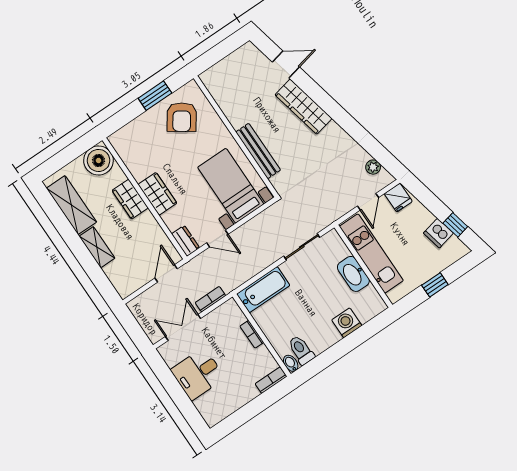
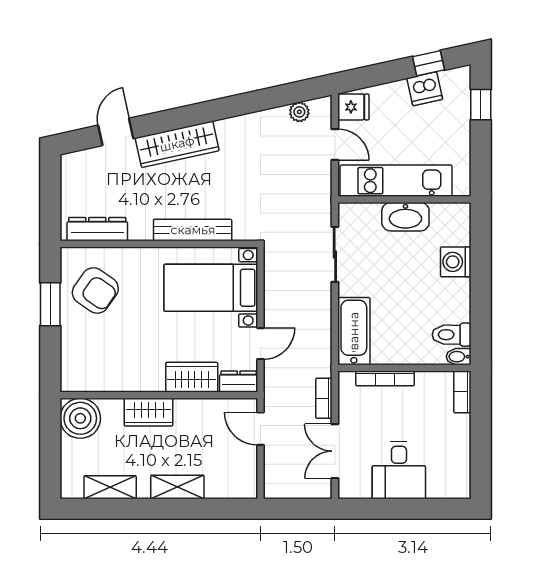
dresser: (220, 93) -> (97, 229), added
wardrobe: (157, 194) -> (192, 377), moved
shelving: (72, 205) -> (110, 487), width x0.67, depth x0.75
window: (435, 285) -> (481, 105), moved
bookcase: (252, 334) -> (385, 378), width x1.56

